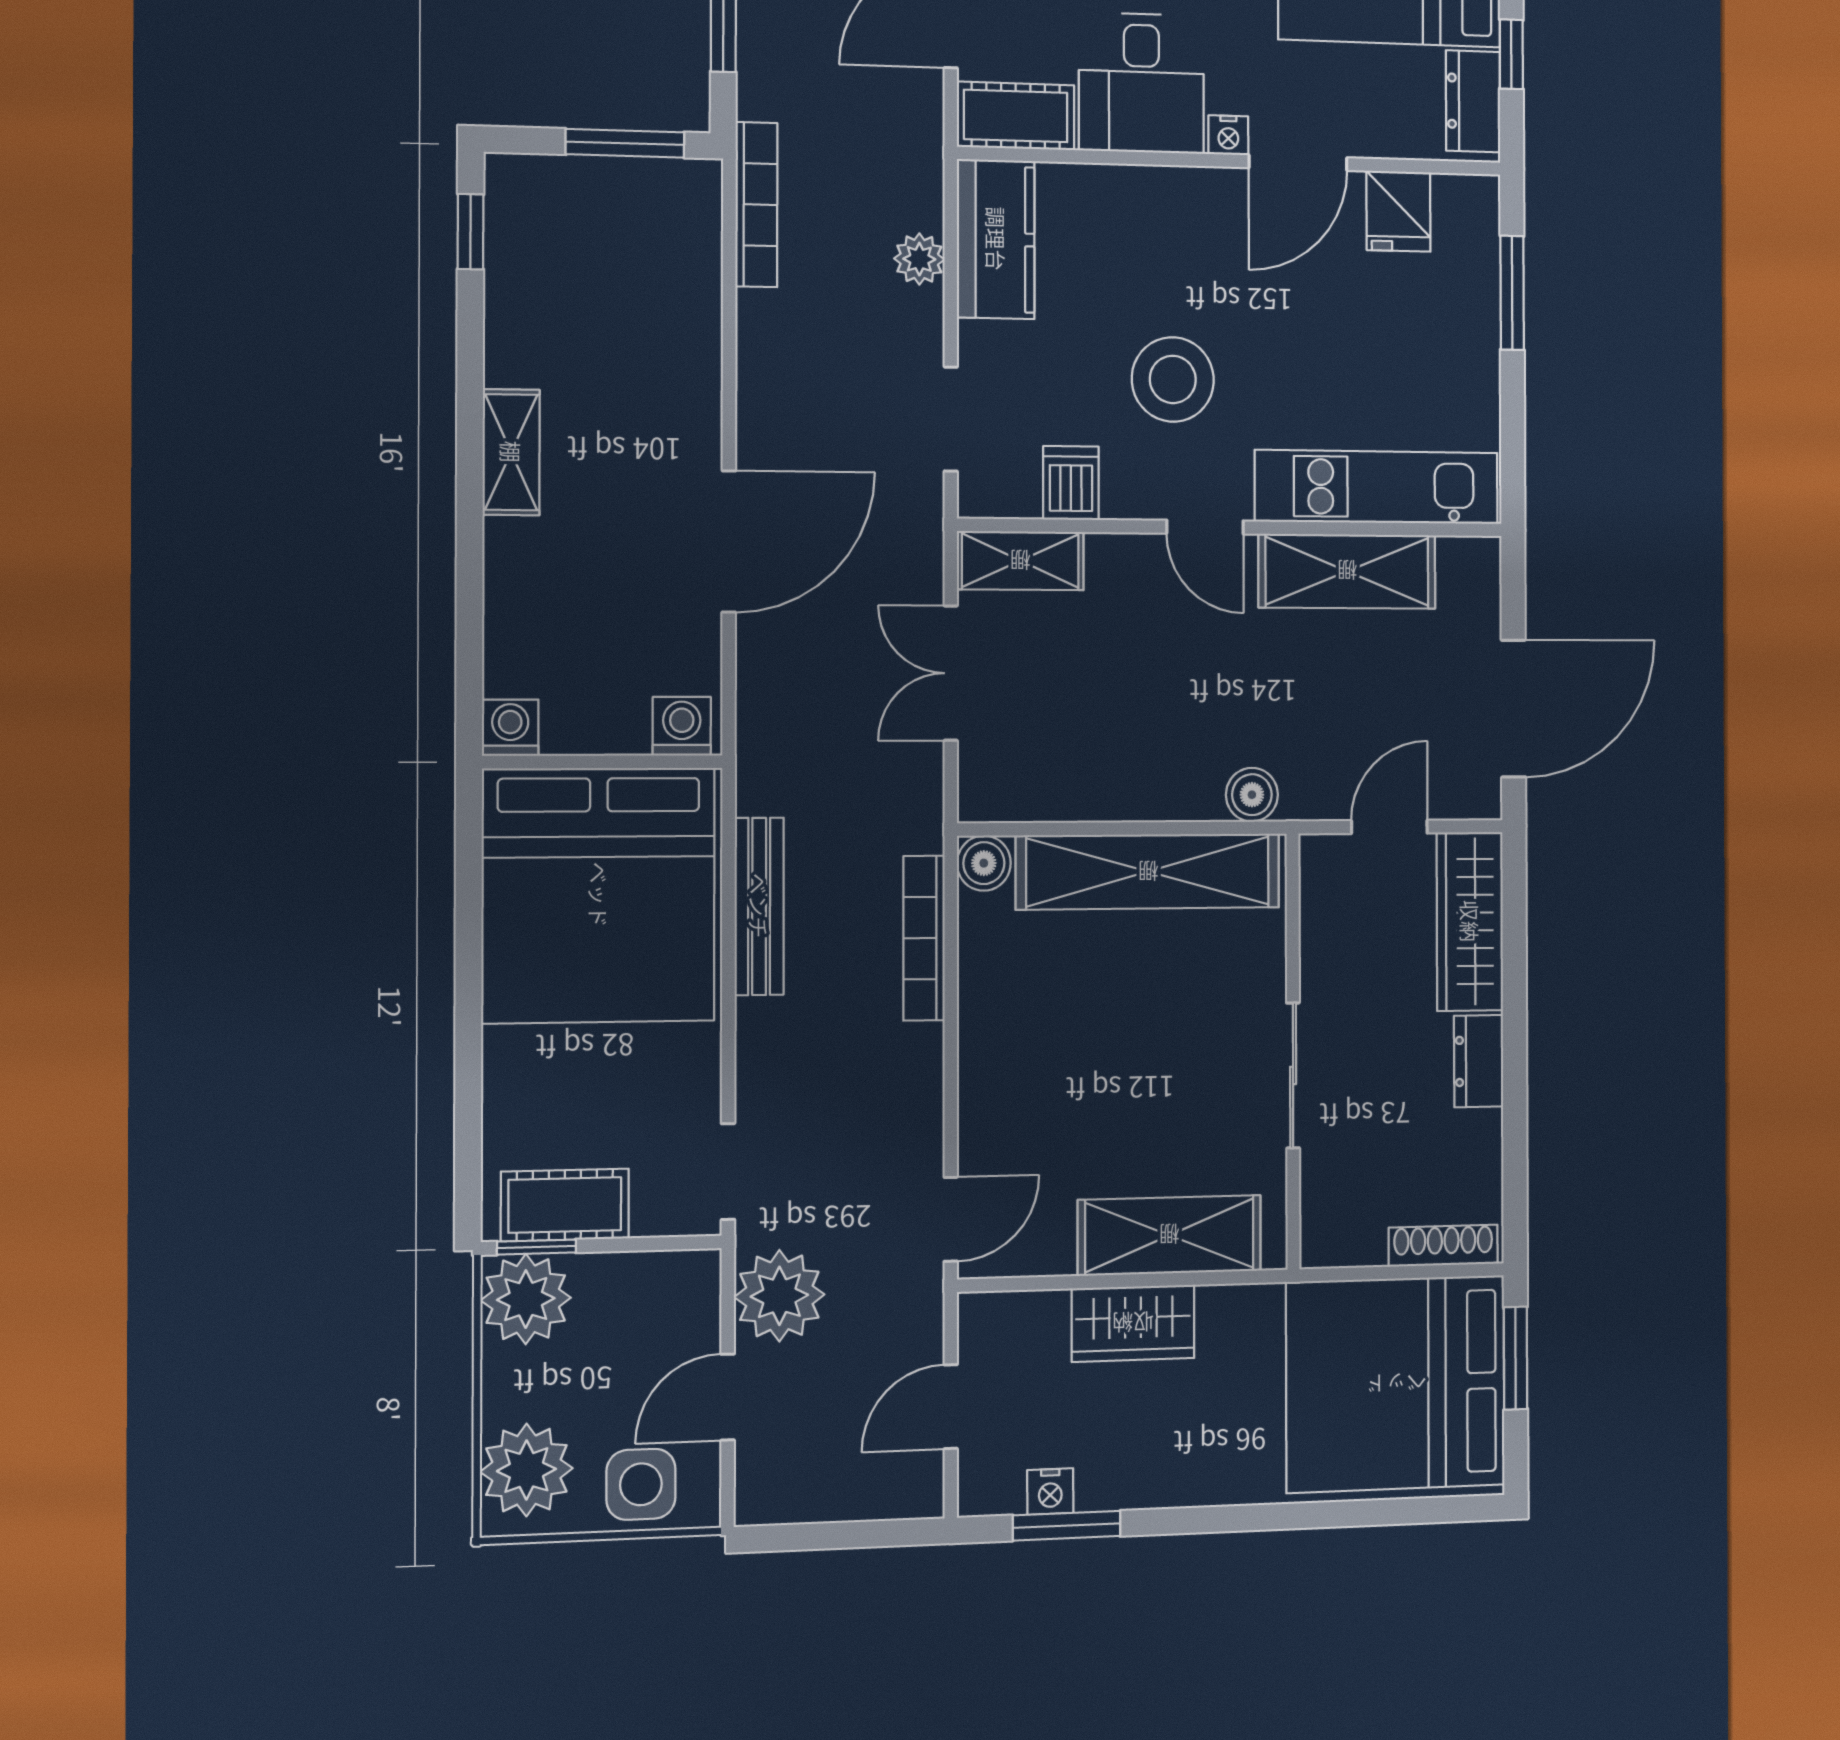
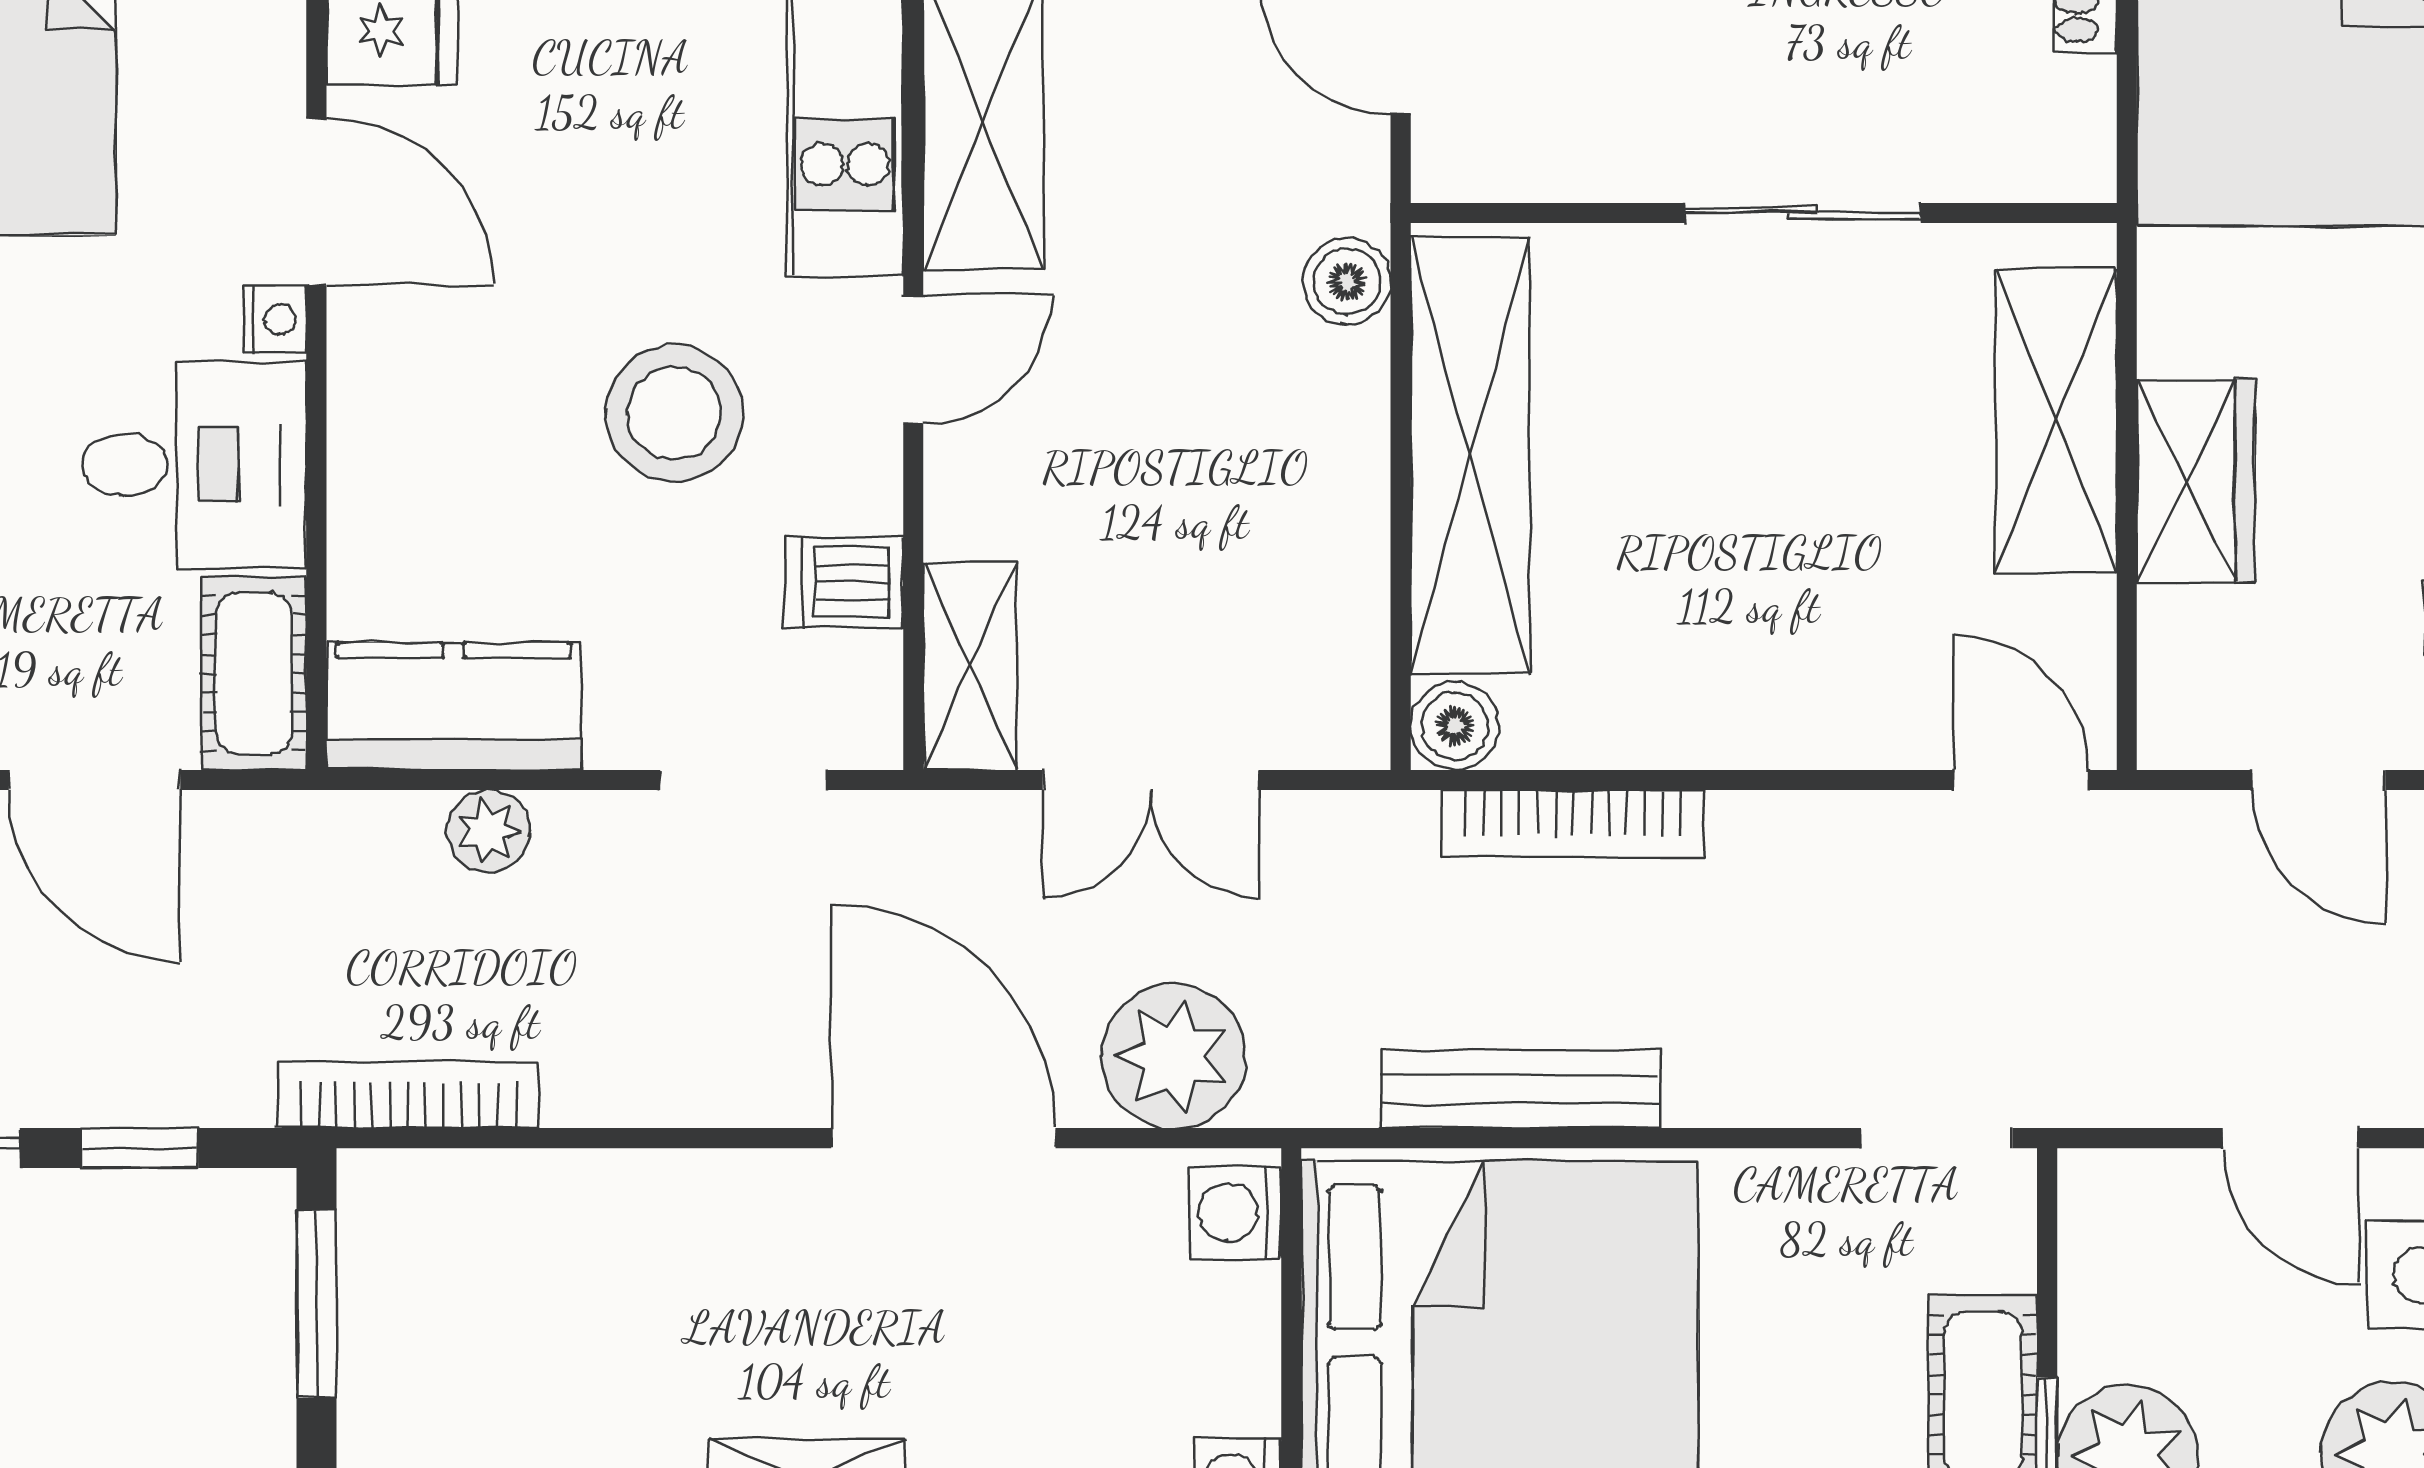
plant: (779, 1296) -> (1174, 1056), moved

